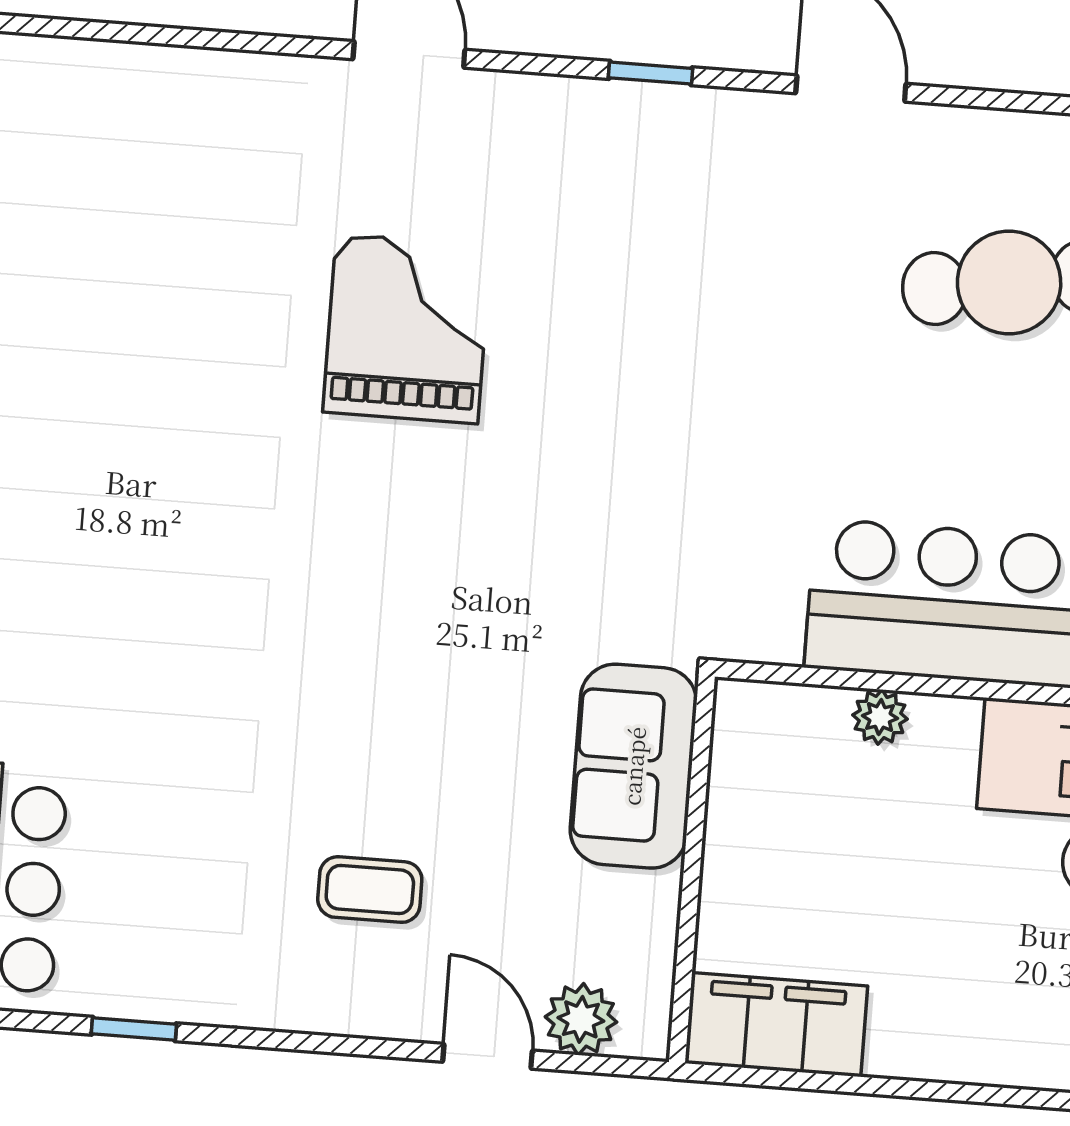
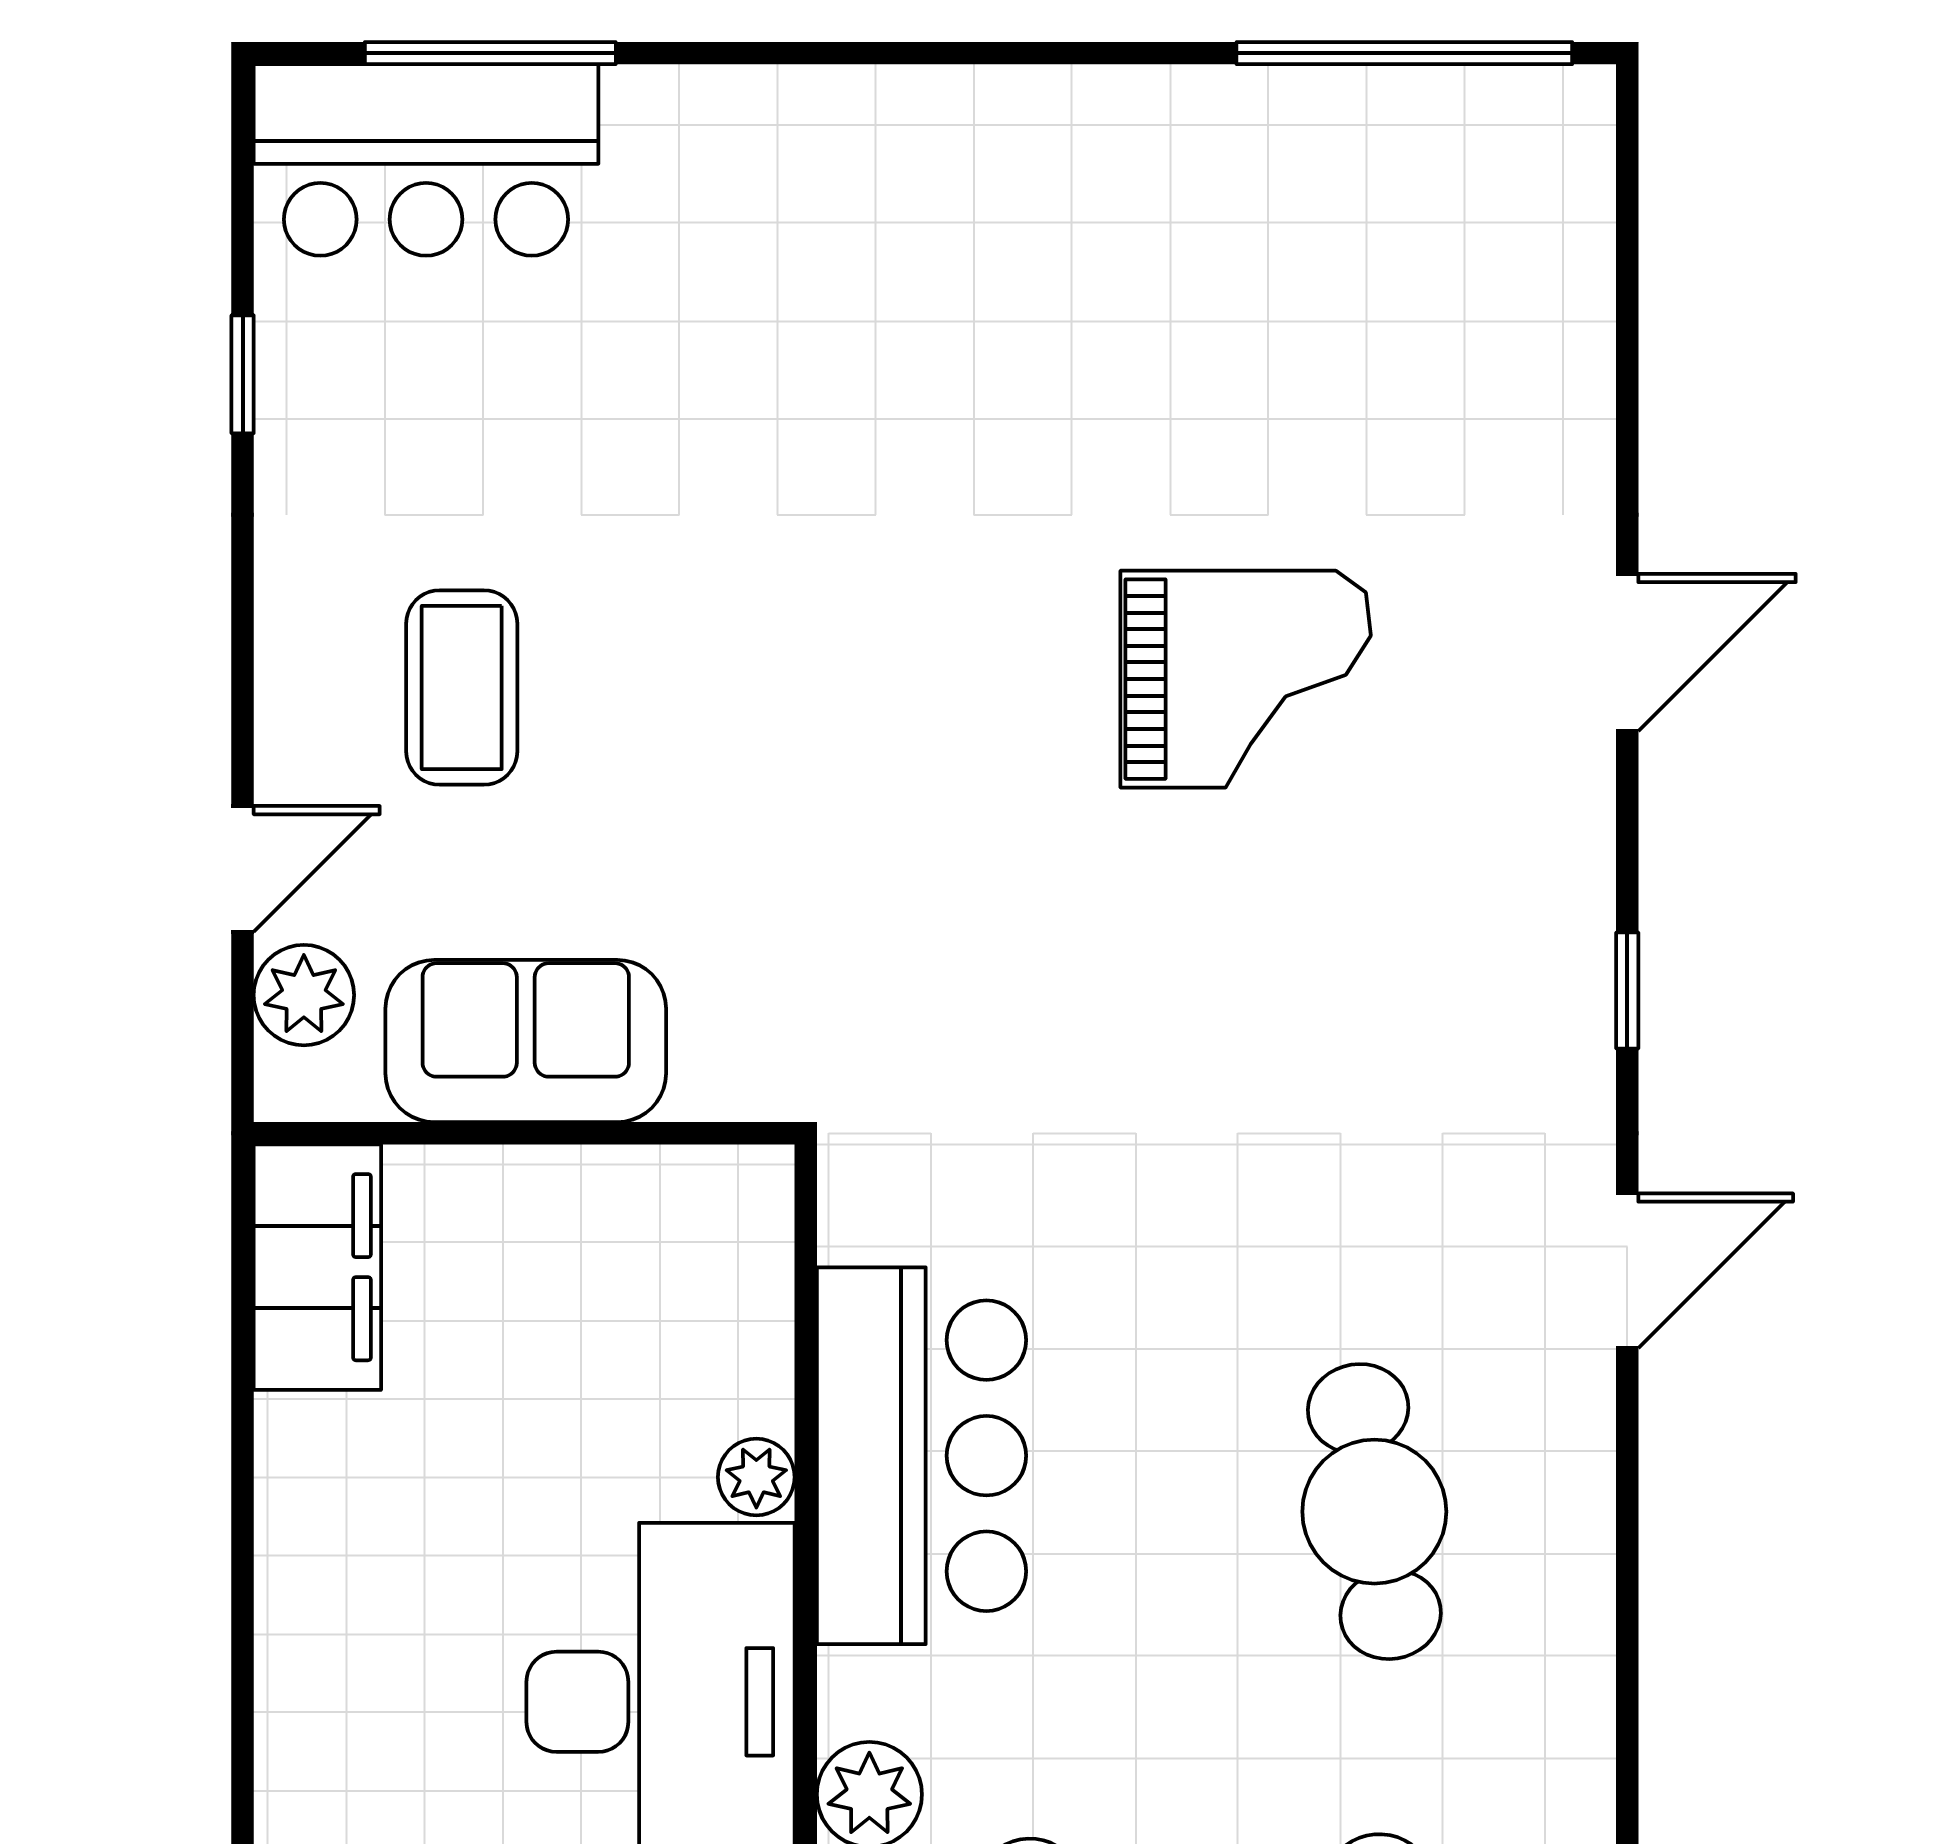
plant: (880, 717) -> (756, 1477), moved
sofa: (633, 766) -> (526, 1041), moved
coffee table: (370, 890) -> (462, 688), width x1.36, depth x1.30

